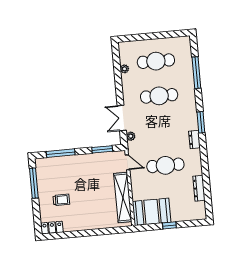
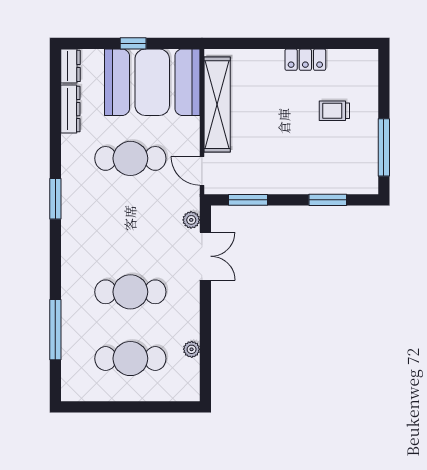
window: (201, 122) -> (55, 199), moved
dresser: (194, 139) -> (71, 66), moved
window: (61, 153) -> (328, 200), width x0.69
booth: (152, 212) -> (152, 82), width x1.36, depth x1.42
locker: (52, 228) -> (305, 60), moved

